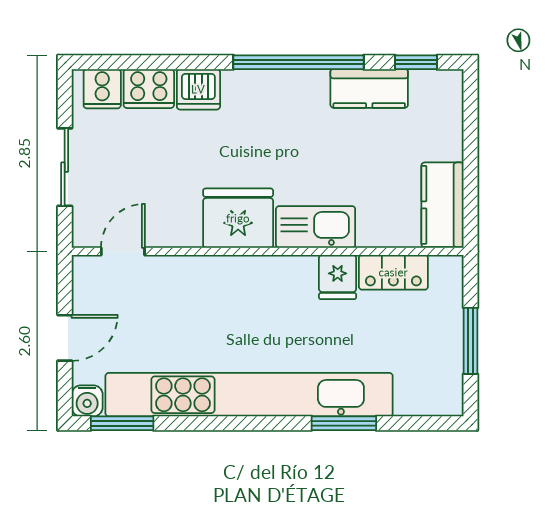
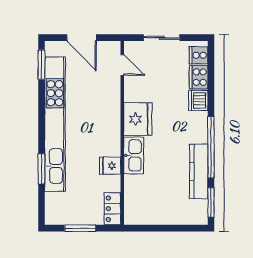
window: (416, 62) -> (211, 203), width x1.50
kitchen counter: (369, 88) -> (199, 171), width x1.50
kitchen counter: (443, 205) -> (144, 215), removed
locker: (393, 272) -> (112, 209), moved
door: (65, 338) -> (82, 38), width x1.38
water cooler: (87, 401) -> (52, 48), removed

